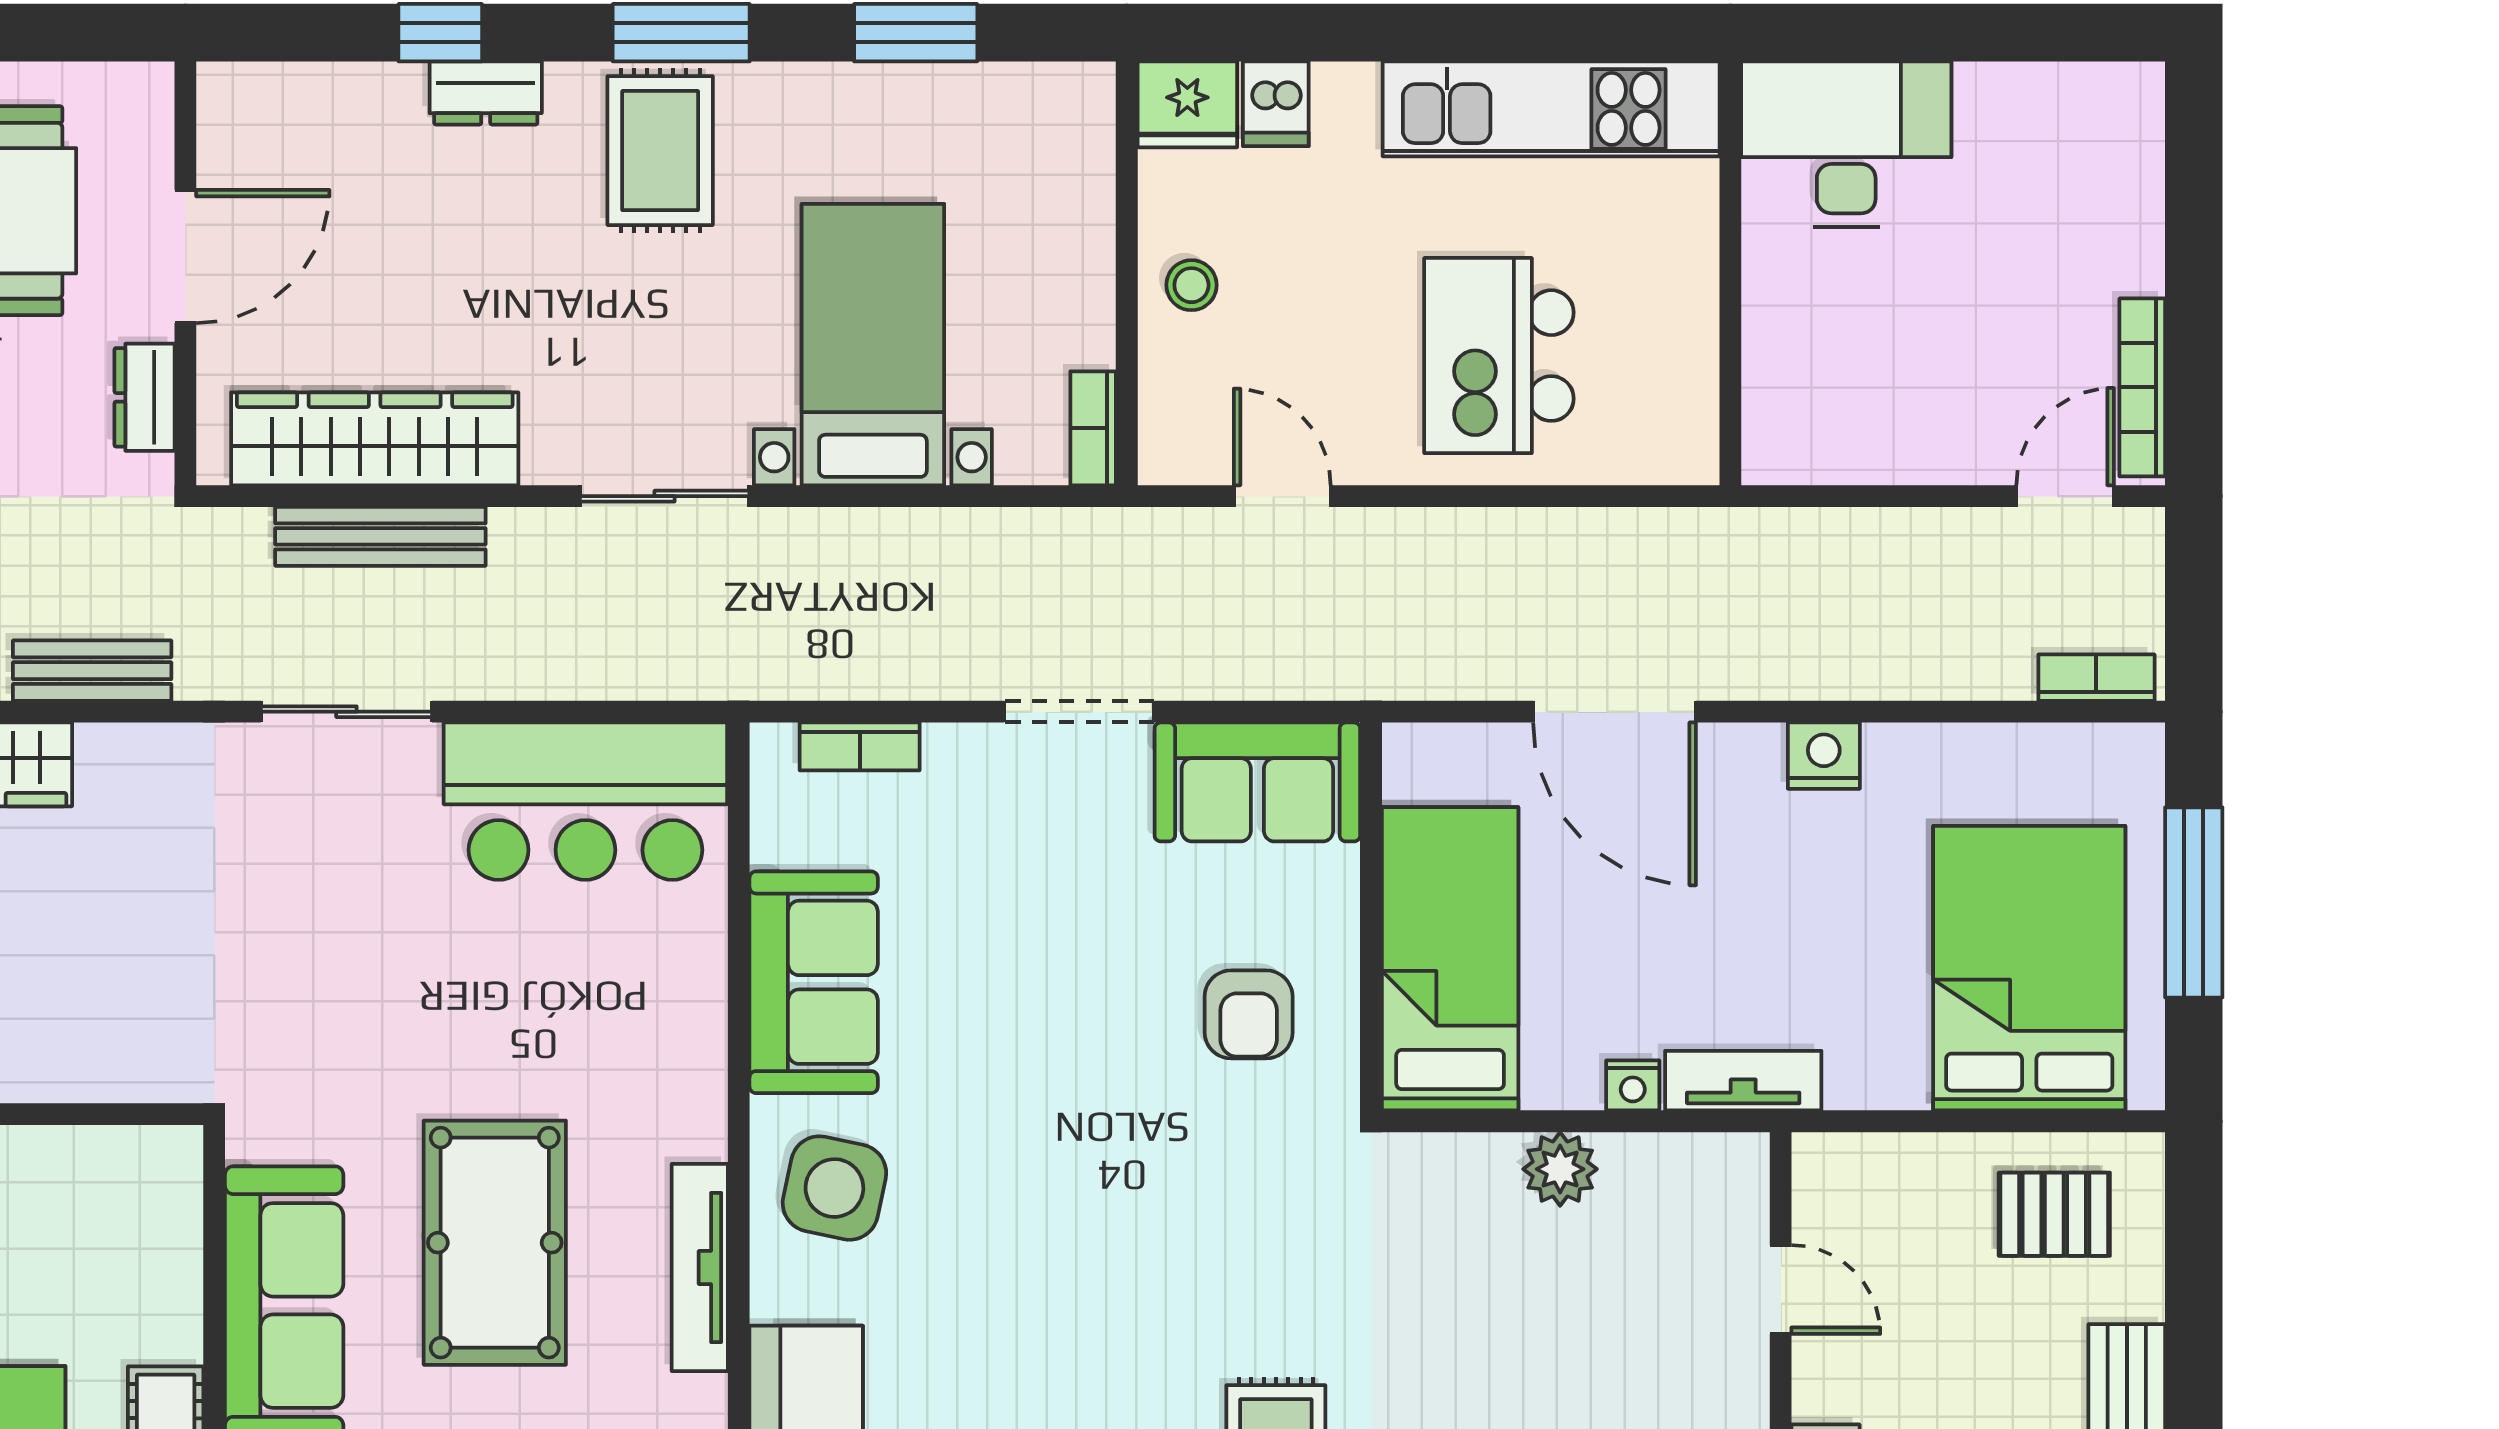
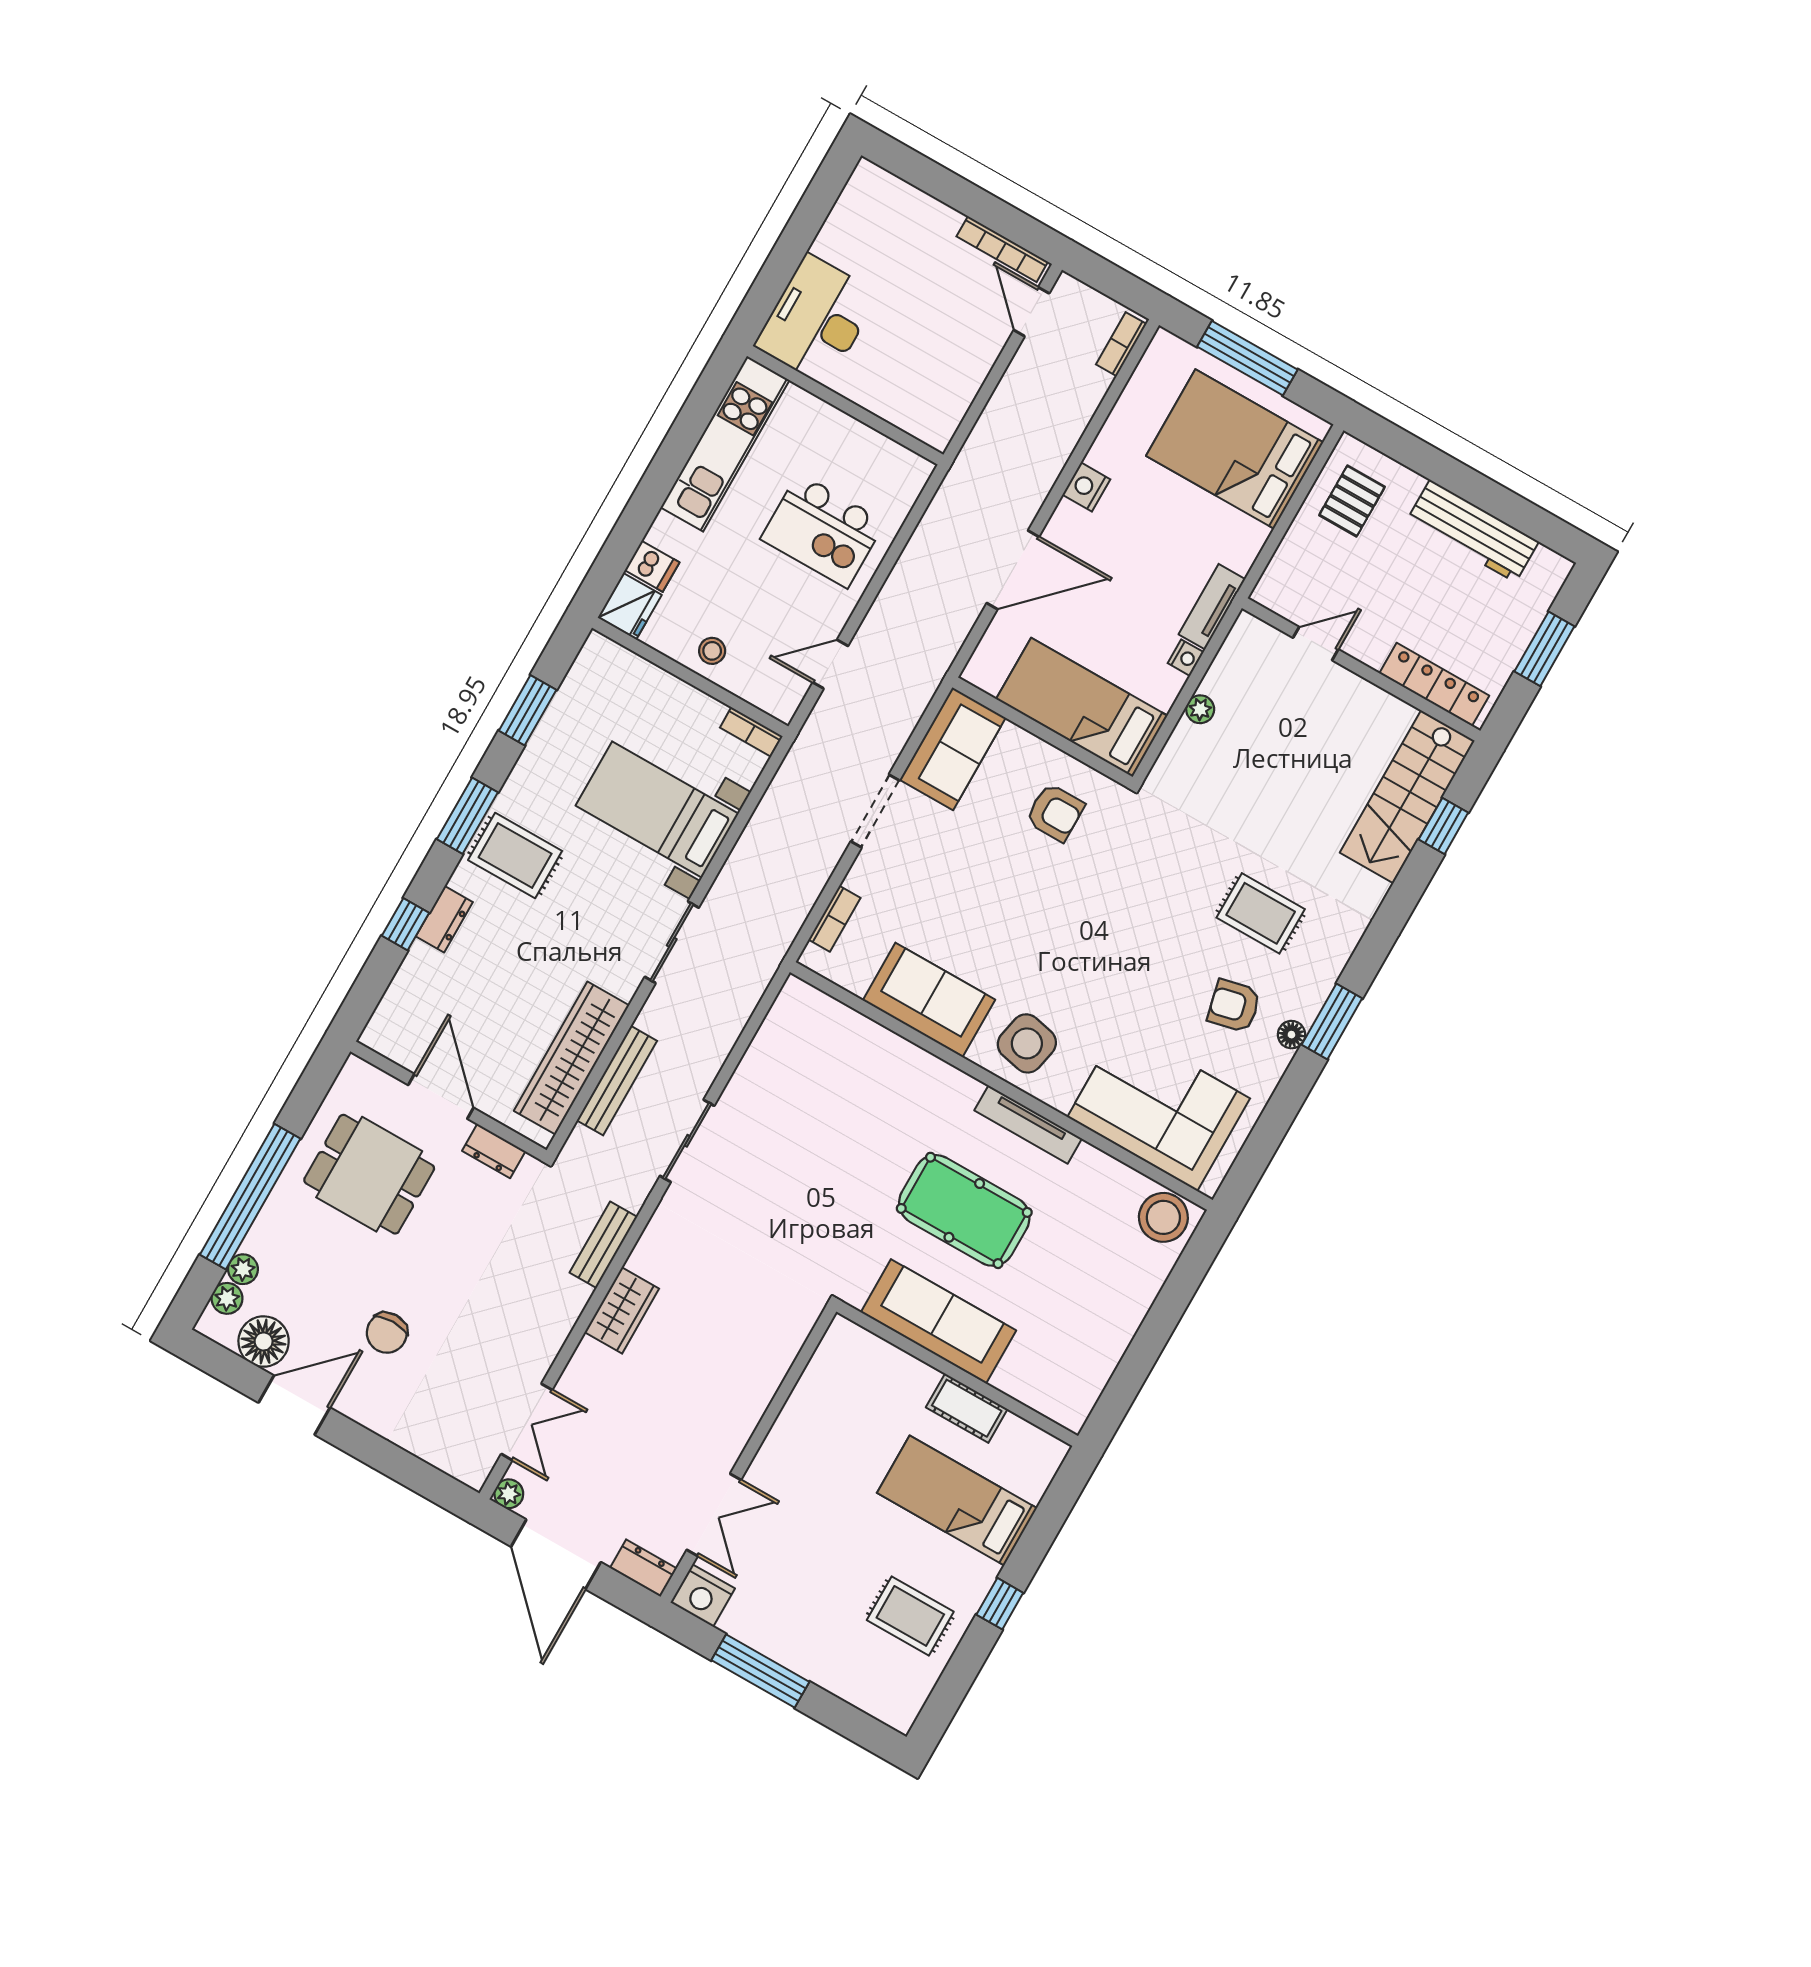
bar counter: (585, 801) -> (789, 1056), removed
plant: (1560, 1169) -> (1200, 709), width x0.73, depth x0.73

